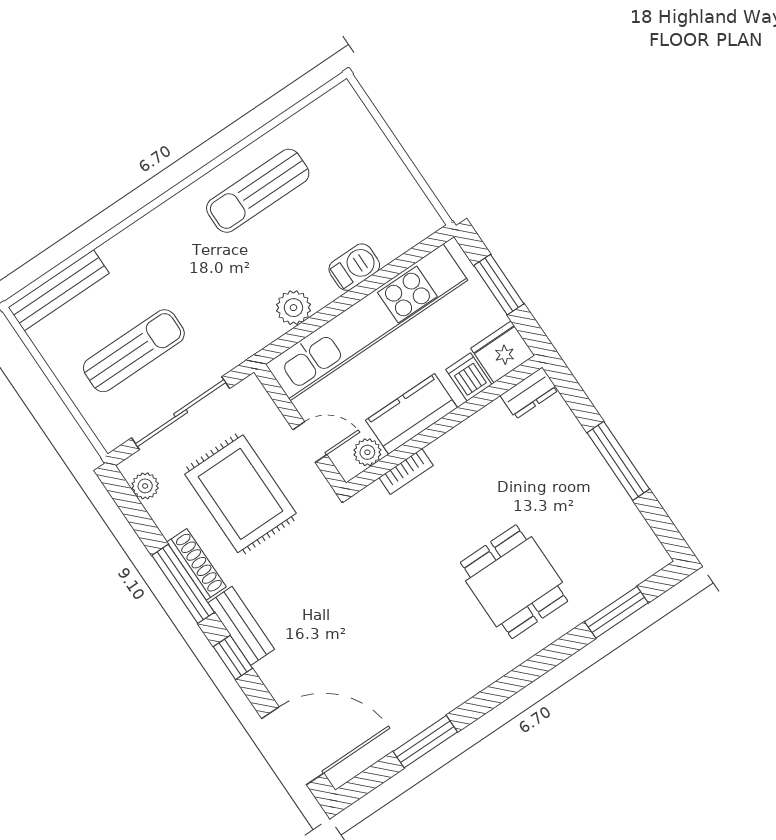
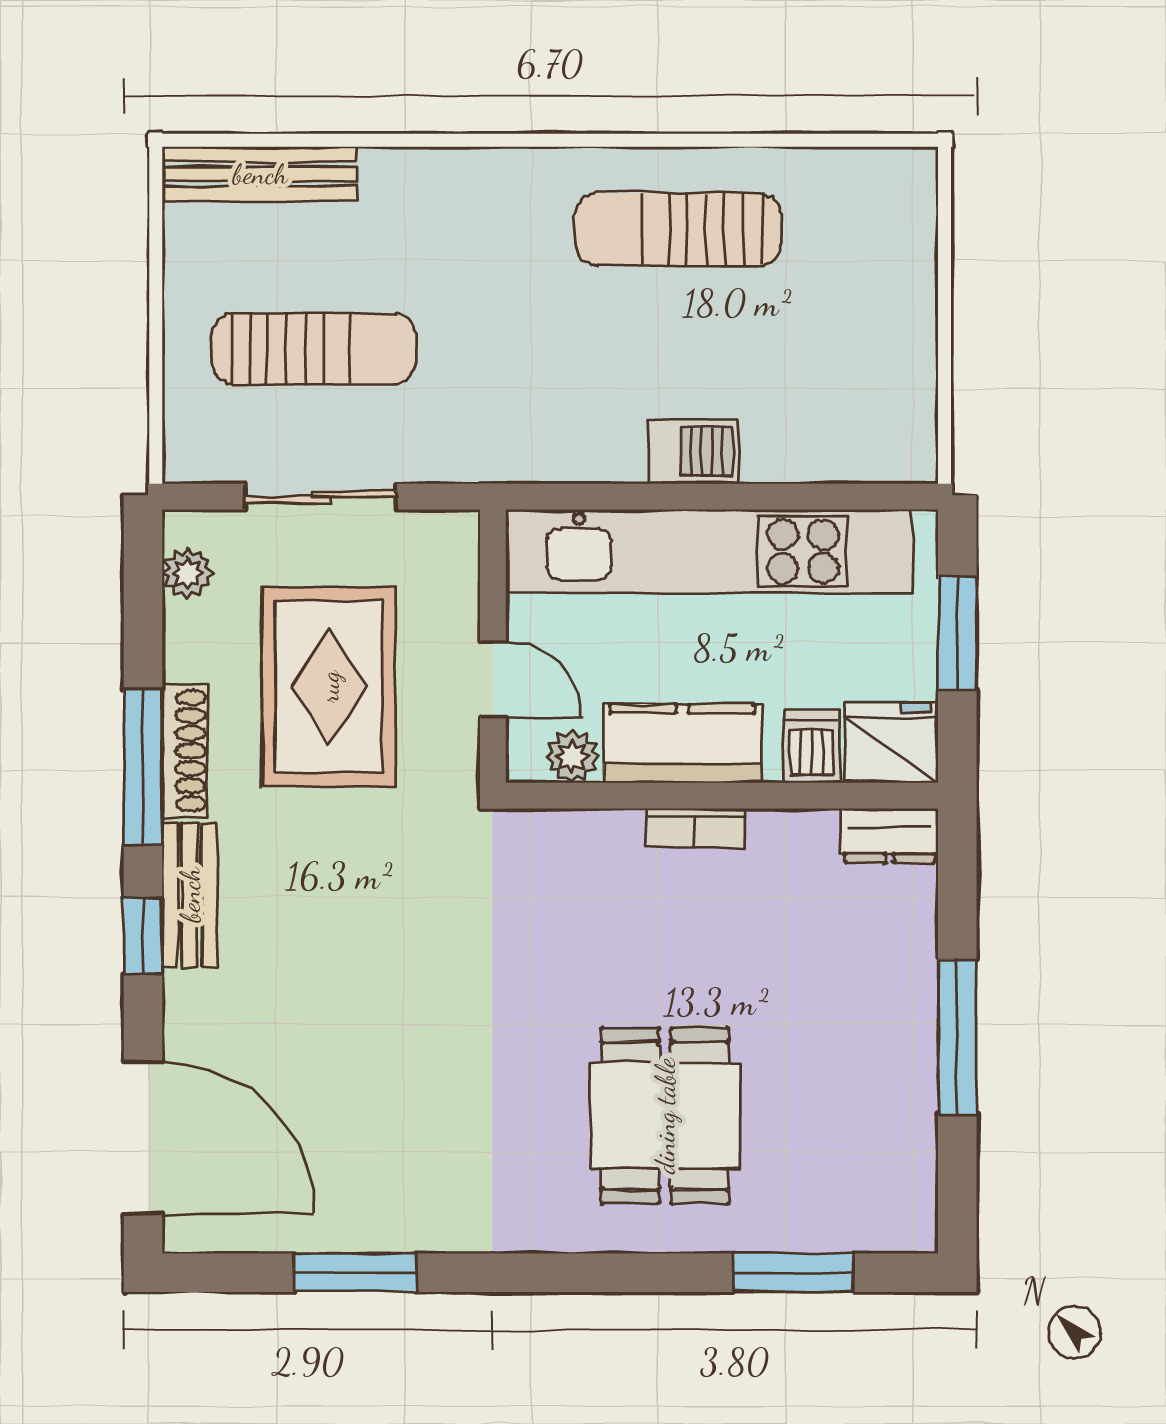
barbecue: (354, 267) -> (693, 452), moved
plant: (293, 308) -> (610, 451), removed
sliding door: (181, 413) -> (321, 497), width x0.73
bookcase: (406, 471) -> (695, 828), moved

